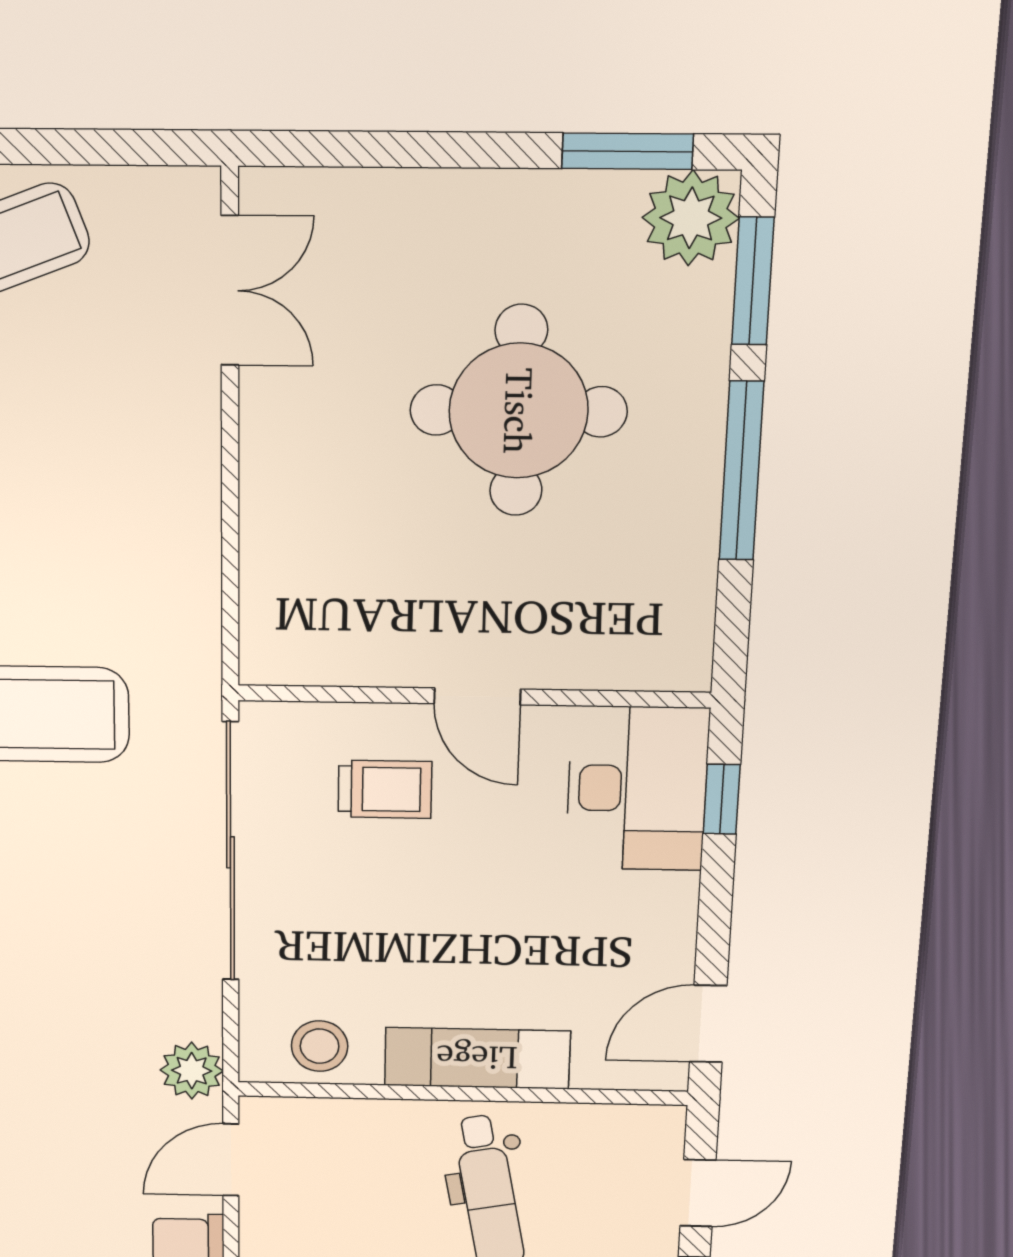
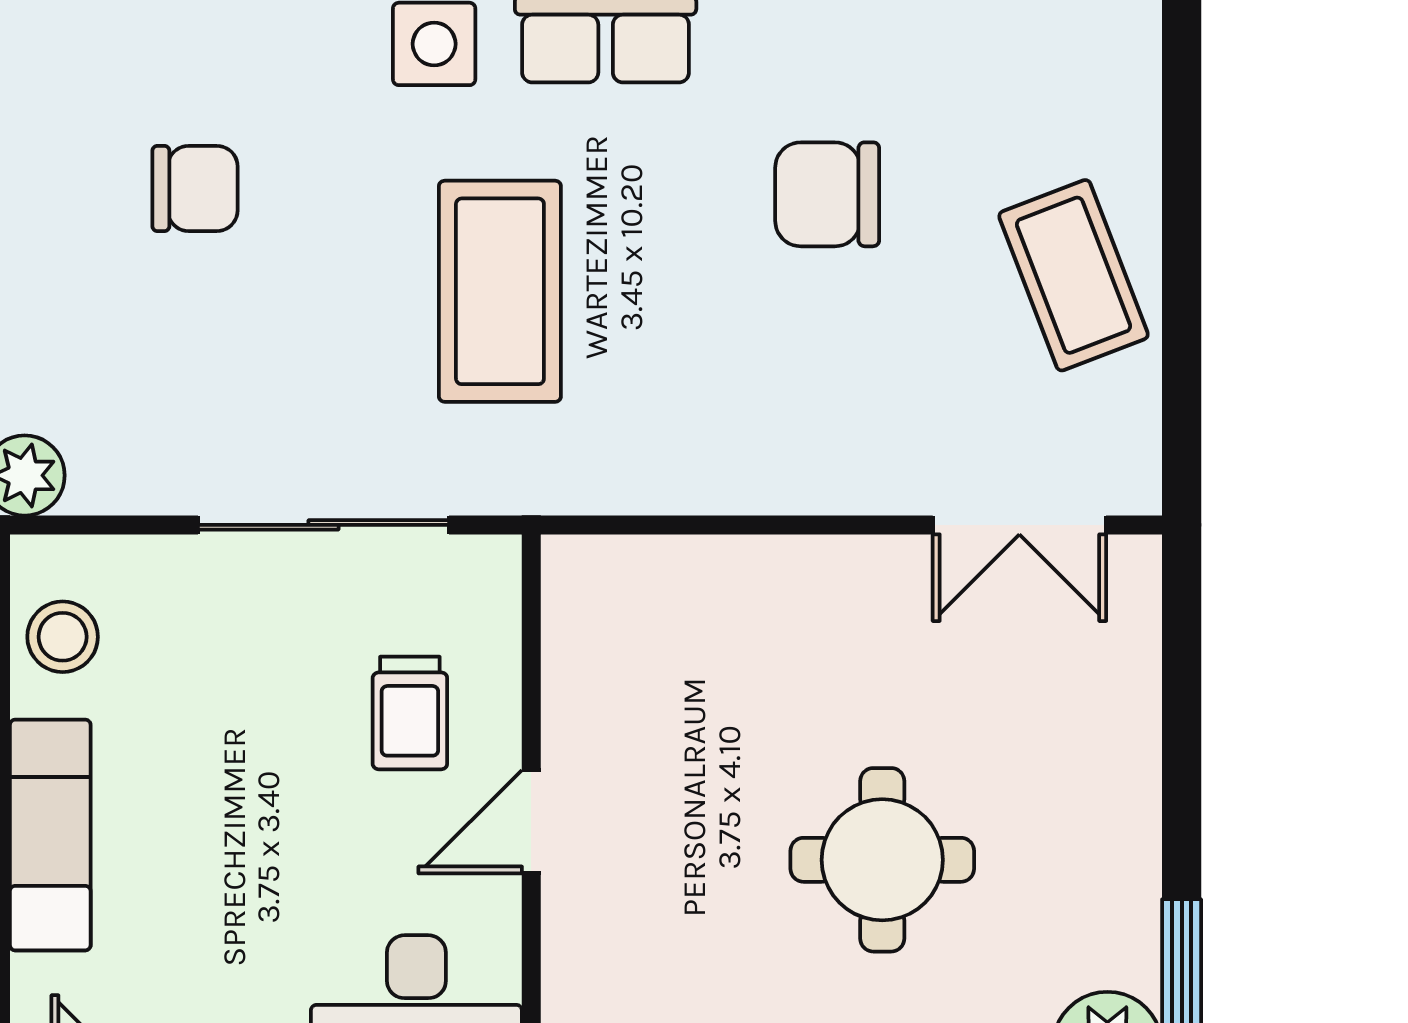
round table: (519, 411) -> (882, 860), width x0.73, depth x0.73
sliding door: (231, 852) -> (323, 525), width x0.73

